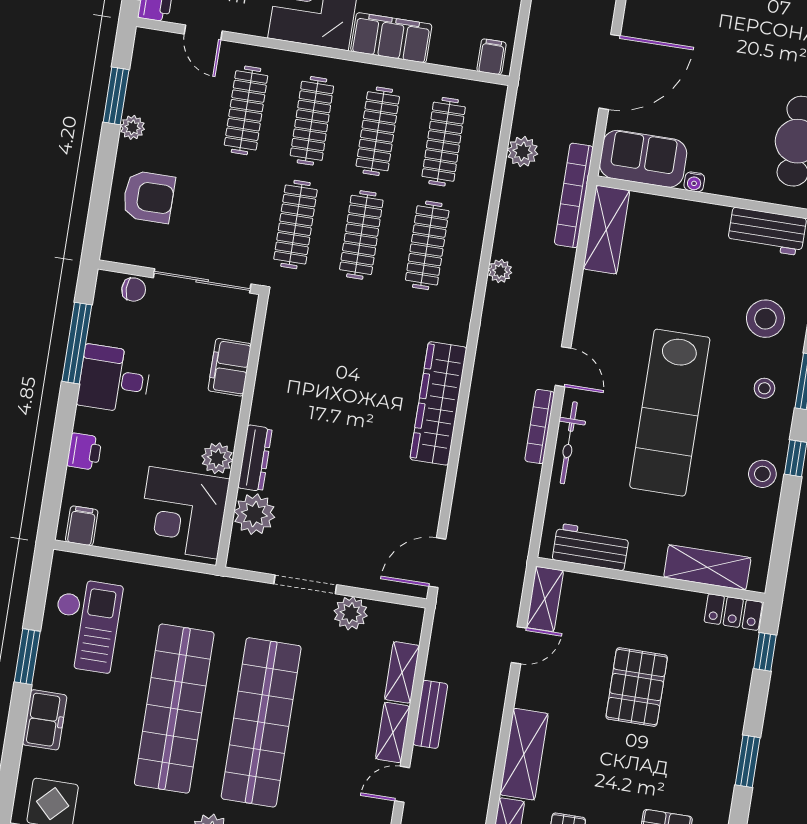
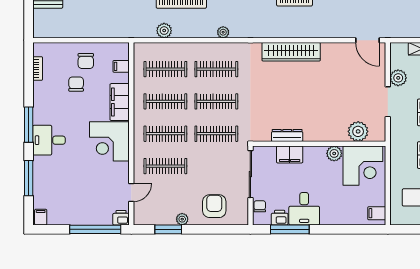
filing cabinet: (492, 57) -> (121, 66), moved
printer: (84, 452) -> (280, 218), moved
dresser: (255, 458) -> (287, 135), moved

